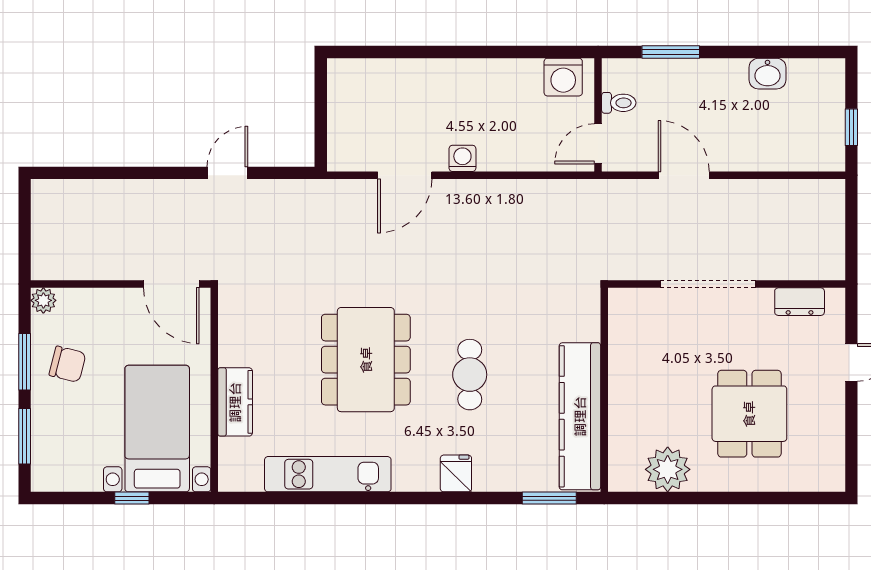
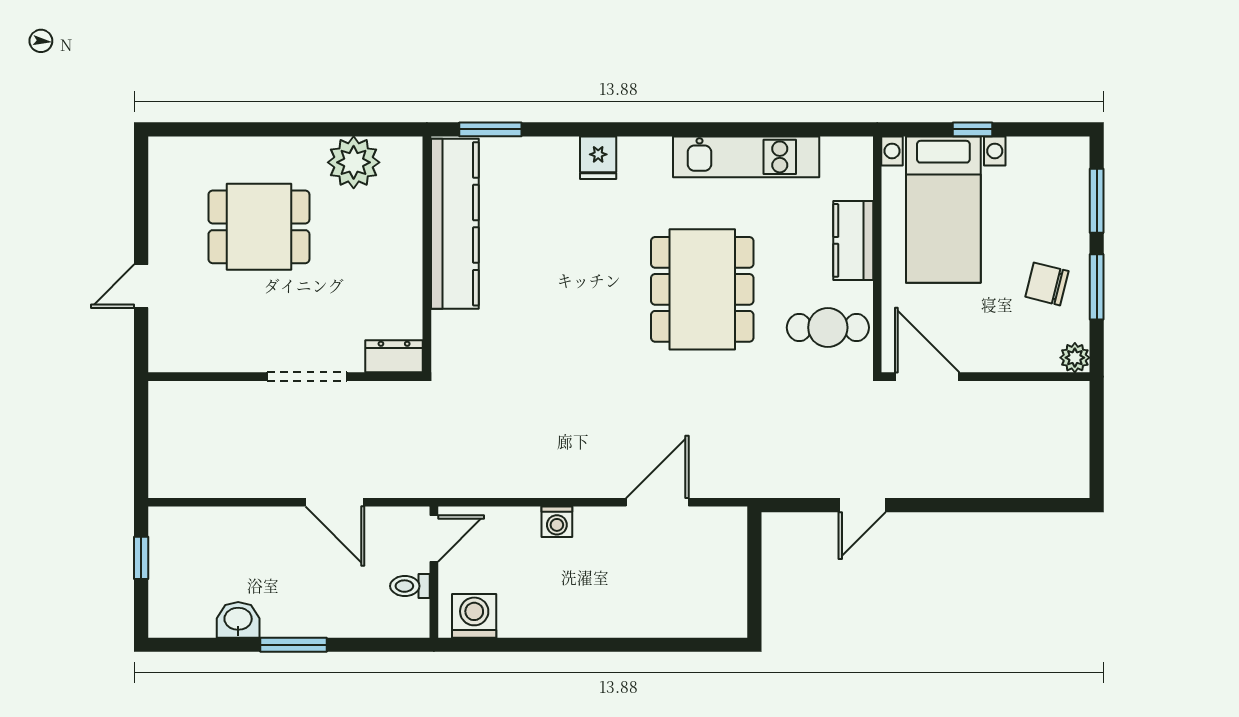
window: (671, 52) -> (294, 645), moved
washing machine: (462, 158) -> (557, 522), moved
doorway: (708, 284) -> (307, 377), width x0.73
dresser: (800, 302) -> (394, 356), moved
cafe table: (470, 375) -> (828, 328), moved, turned 90
dining table: (749, 414) -> (259, 227), turned 90

